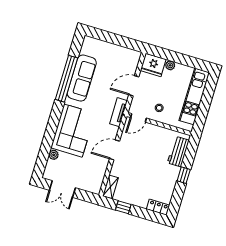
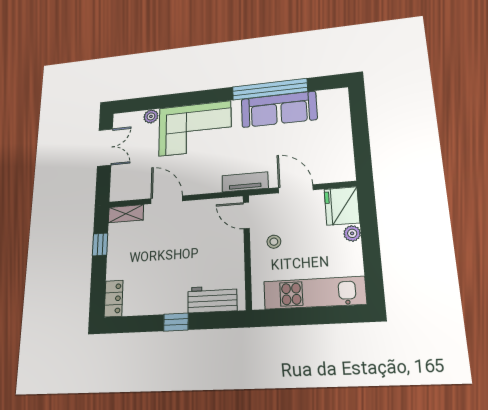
door: (115, 150) -> (167, 200), moved
double door: (62, 189) -> (105, 147), swing flipped

